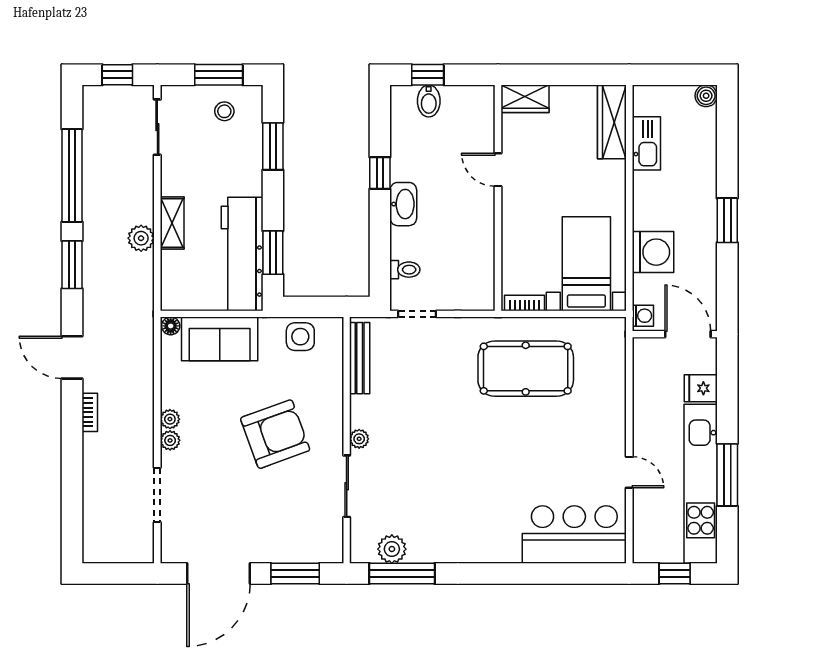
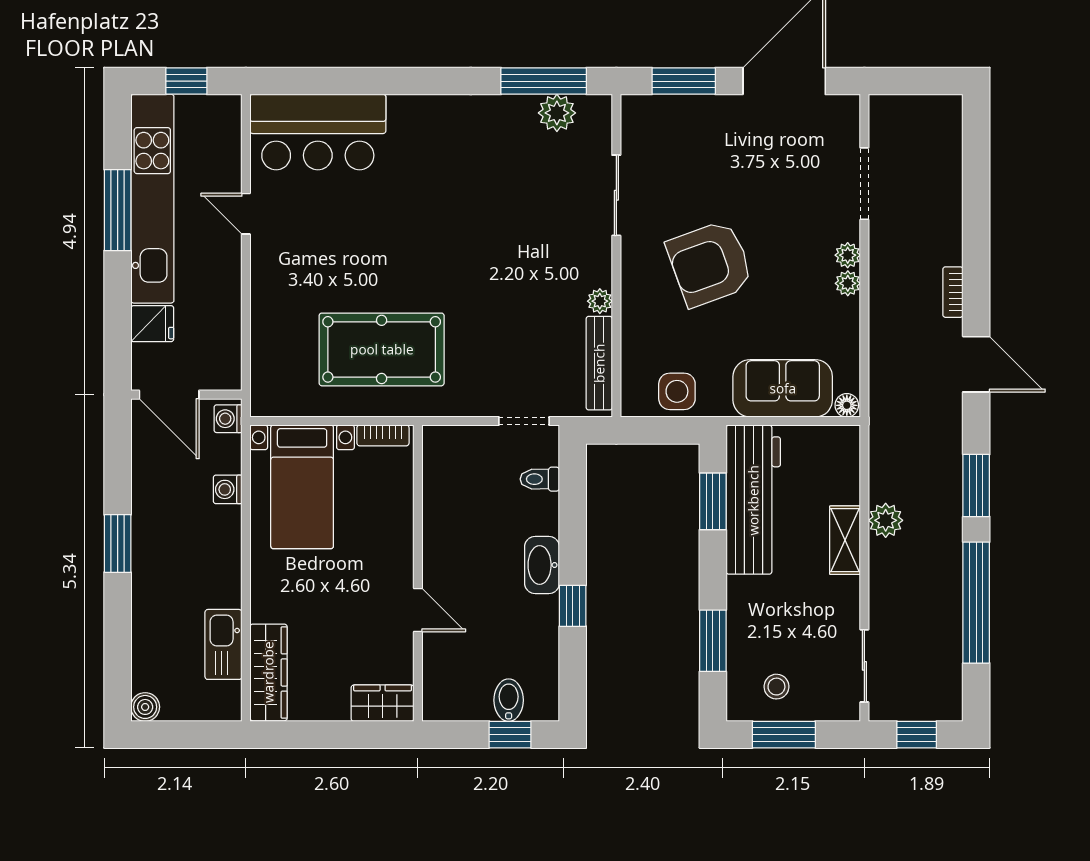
washing machine: (653, 252) -> (228, 489), width x0.53, depth x0.53
plant: (359, 439) -> (600, 301), moved

